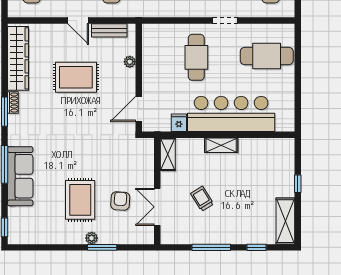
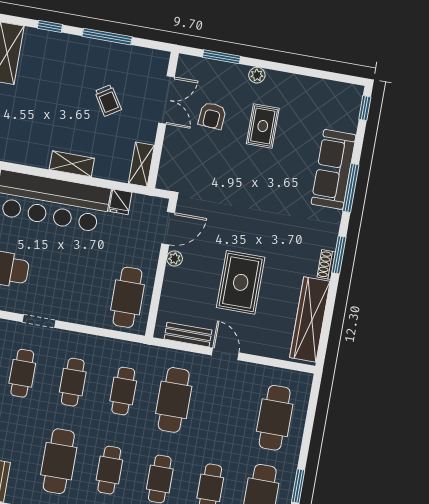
cafe table: (196, 57) -> (128, 297), moved
plant: (130, 62) -> (175, 259), moved
rug: (76, 77) -> (241, 282), turned 90
rug: (80, 200) -> (263, 126), width x0.73, depth x0.70
window: (102, 247) -> (222, 57), moved

